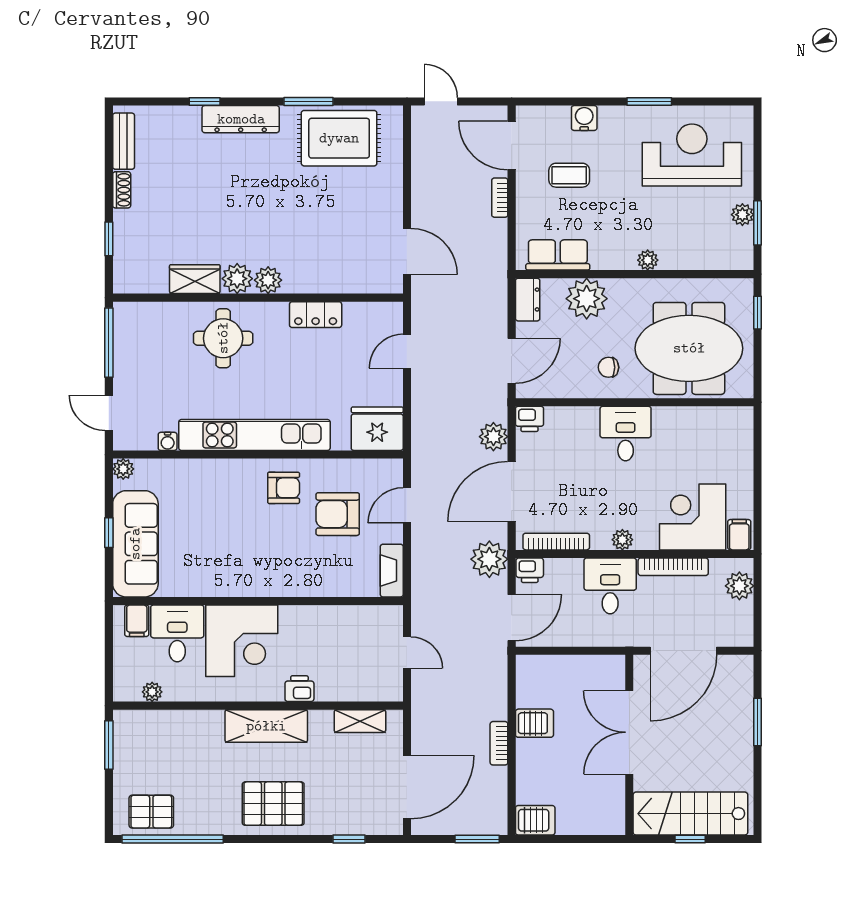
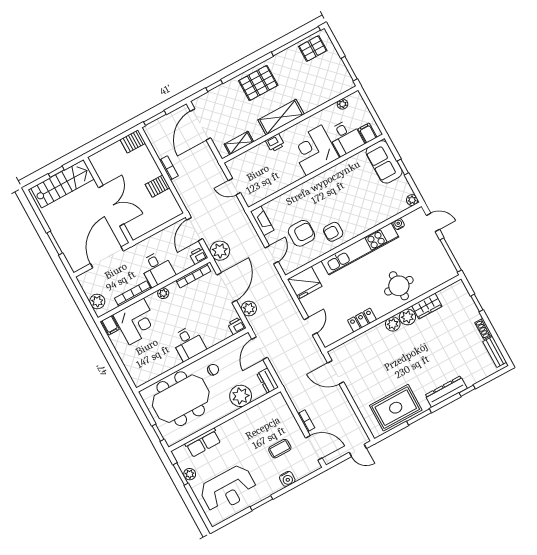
row of seats: (558, 255) -> (203, 443), moved
plant: (648, 260) -> (222, 429), removed
sofa: (135, 544) -> (384, 162), width x0.73

